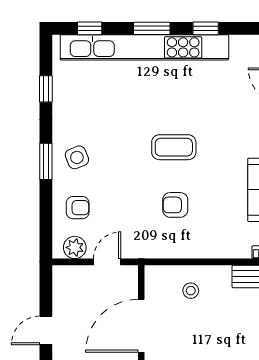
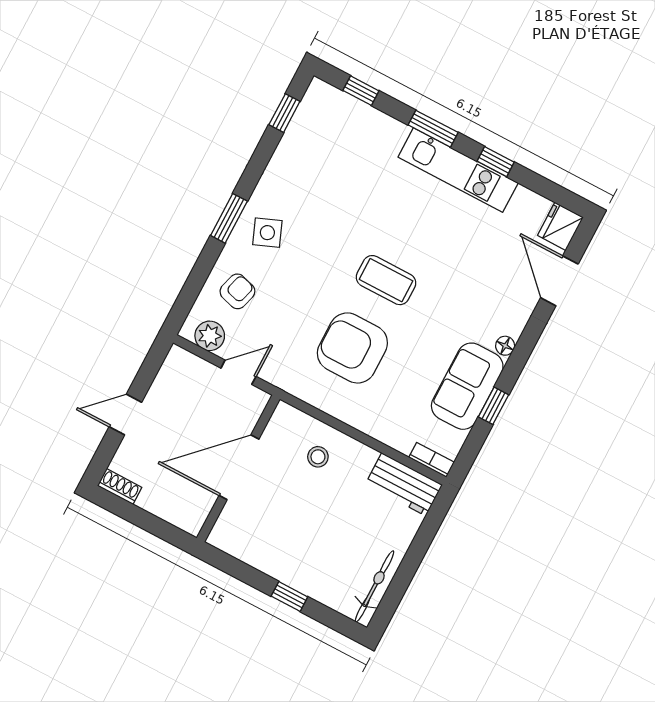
kitchen unit: (144, 47) -> (458, 170), width x0.54
window: (46, 89) -> (284, 113), moved
armchair: (175, 205) -> (352, 348), width x1.88, depth x1.88
armchair: (78, 208) -> (237, 291), turned -74

